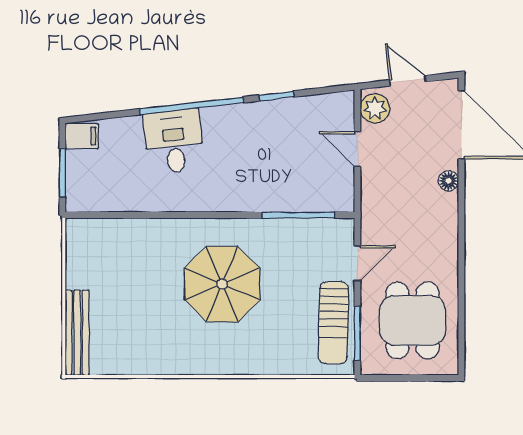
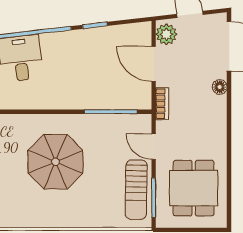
door: (357, 149) -> (154, 64), width x1.38
bookcase: (369, 204) -> (162, 104), added
door: (357, 263) -> (154, 147), swing flipped

